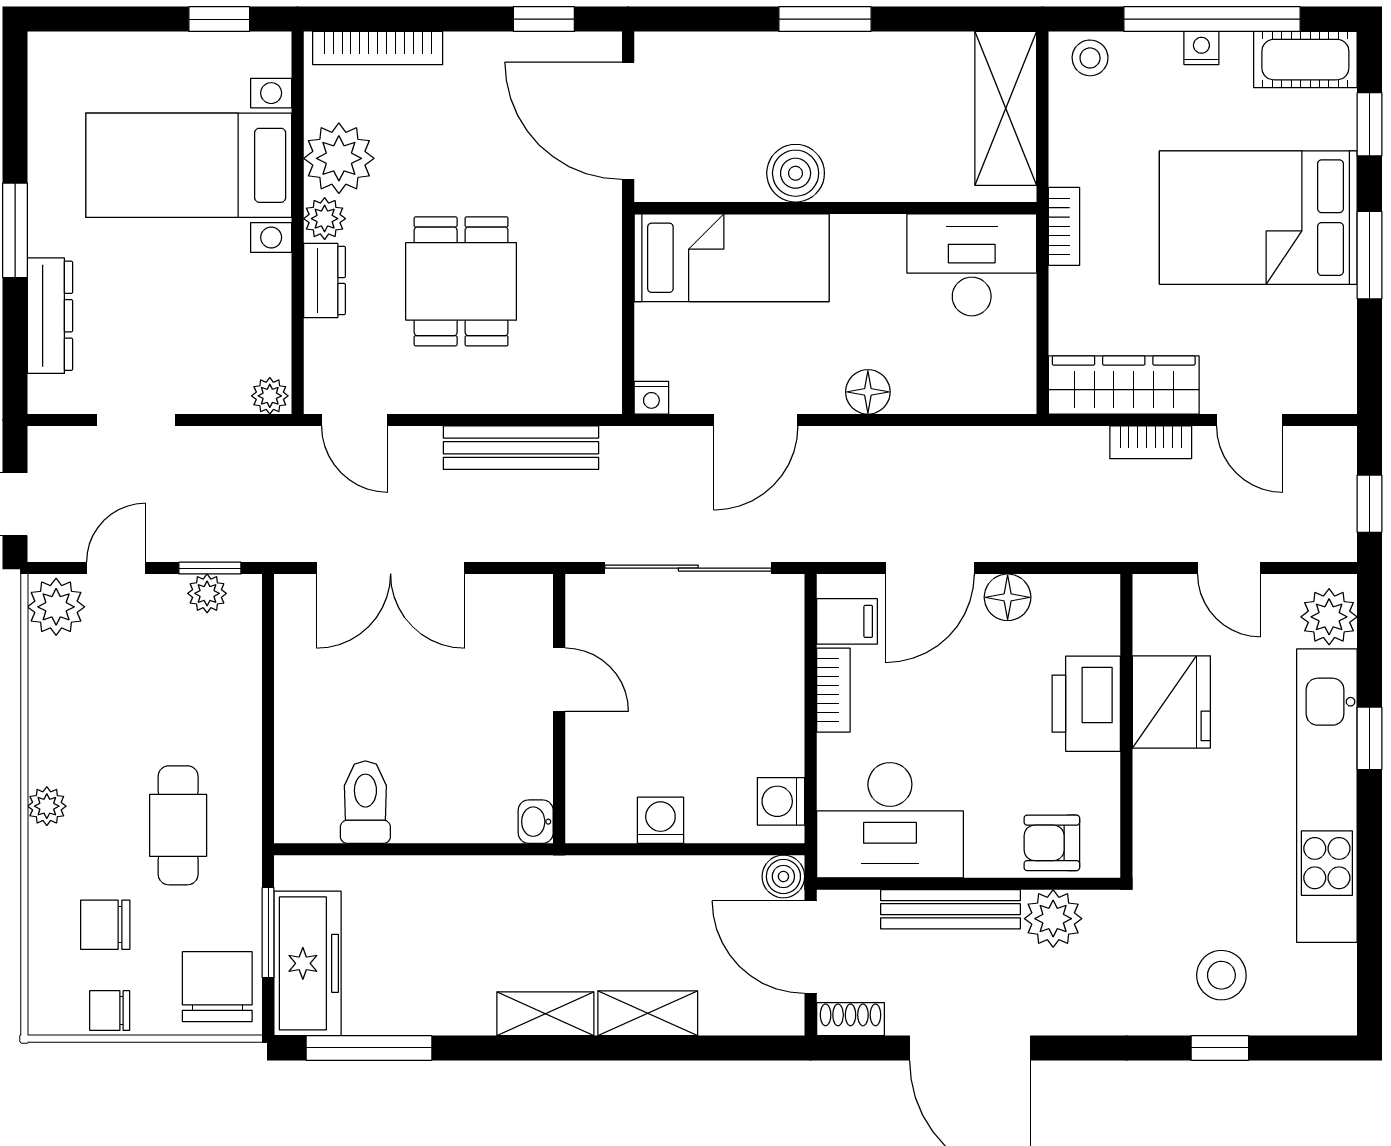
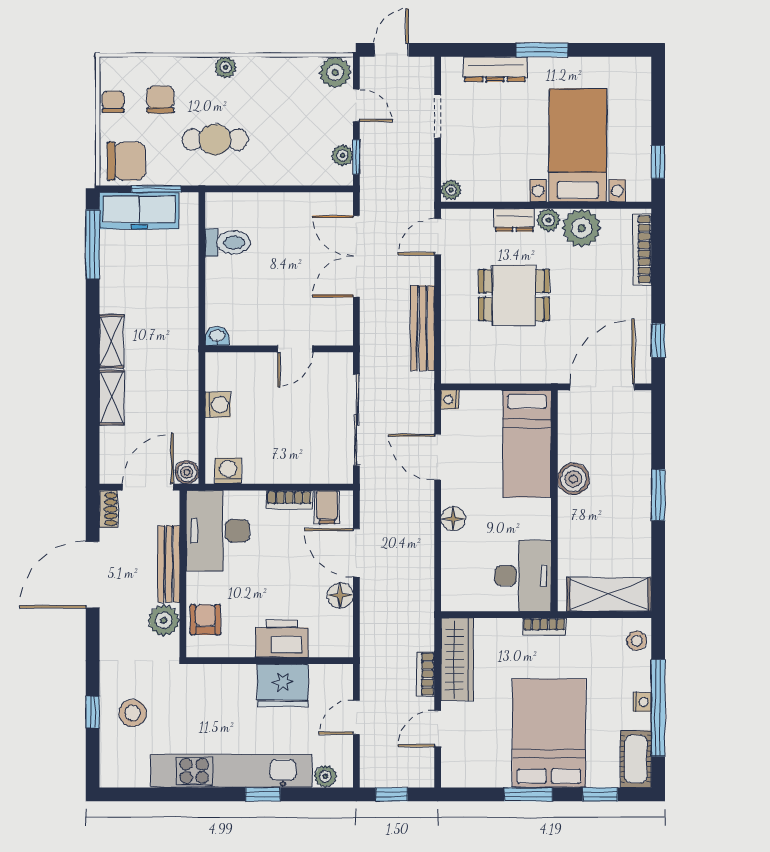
plant: (1329, 617) -> (325, 776), width x0.73, depth x0.73

